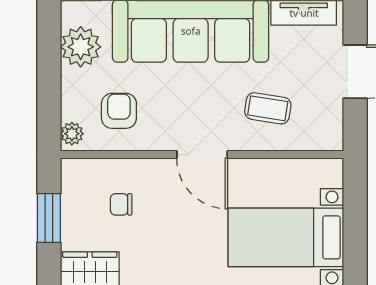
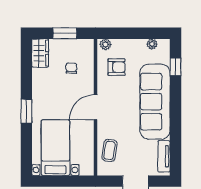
plant: (81, 47) -> (152, 44), width x0.53, depth x0.53
coffee table: (268, 108) -> (109, 150), moved

